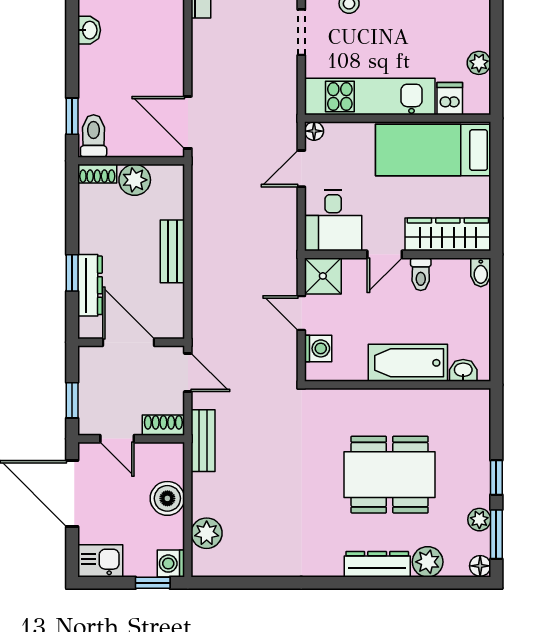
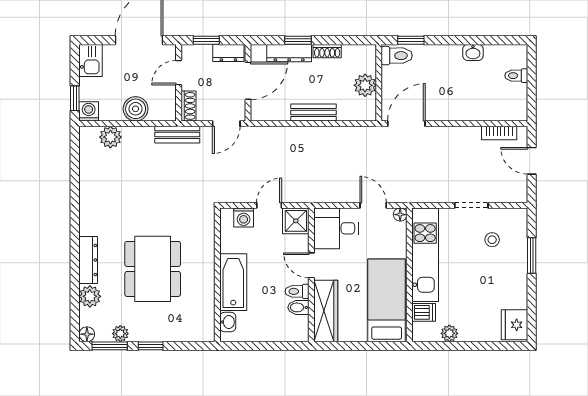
shoe rack: (97, 174) -> (327, 51), moved, turned -90
bidet: (481, 272) -> (298, 307), moved
dresser: (90, 369) -> (228, 53), added

